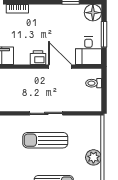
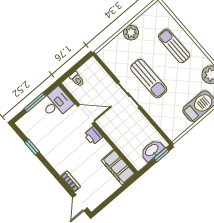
floor lamp: (93, 13) -> (26, 124), removed
door: (60, 67) -> (86, 114), swing flipped

